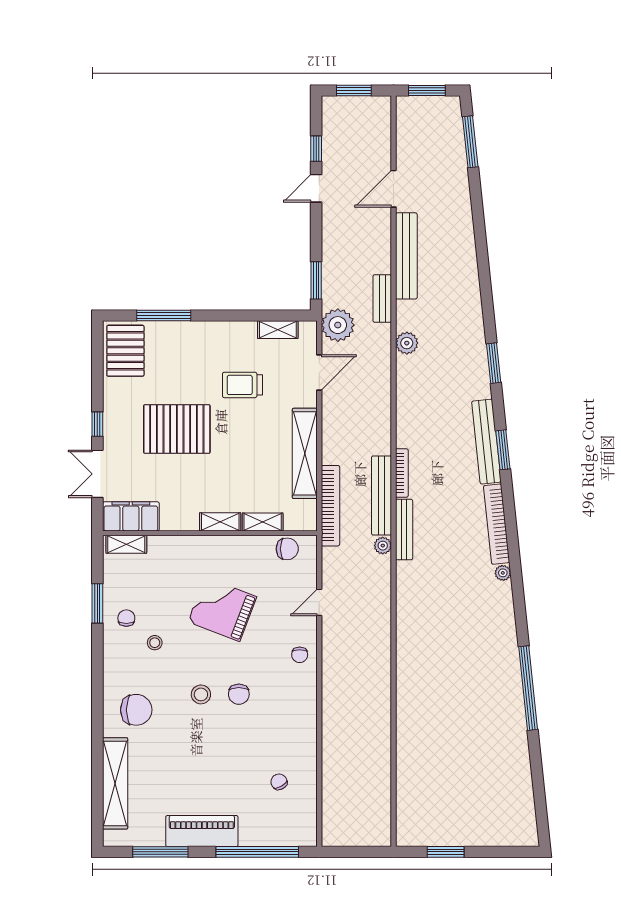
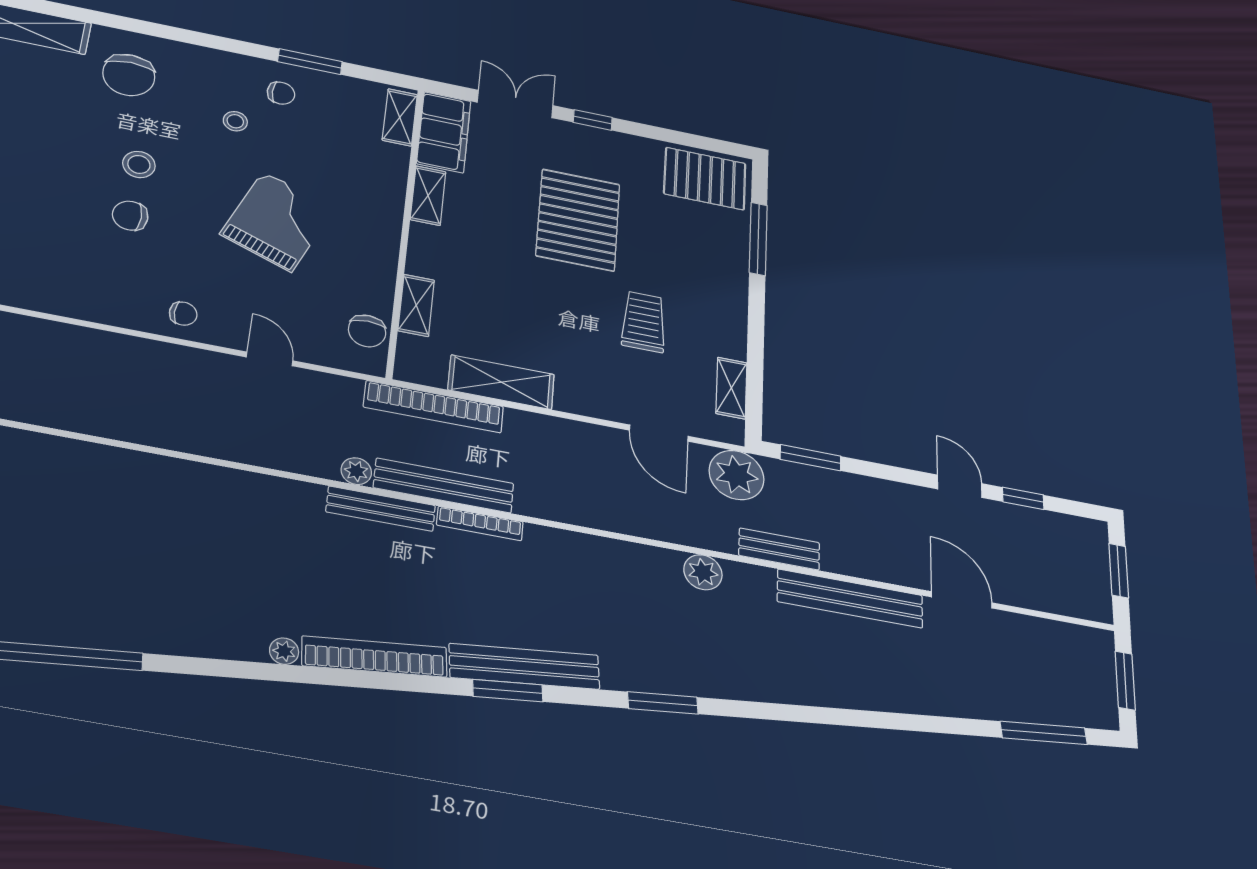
shelving: (305, 453) -> (501, 382), width x0.68
shelving: (220, 522) -> (428, 196), moved
chair: (300, 655) -> (183, 314), turned 180

